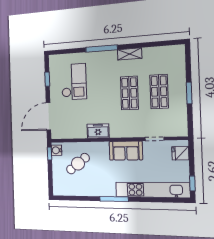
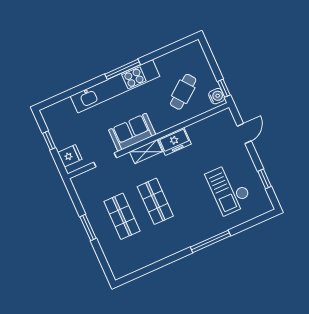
shelving: (130, 54) -> (146, 152), moved
door: (48, 116) -> (244, 134), width x0.53
window: (192, 183) -> (49, 140), moved
kitchen unit: (152, 190) -> (115, 86), moved

